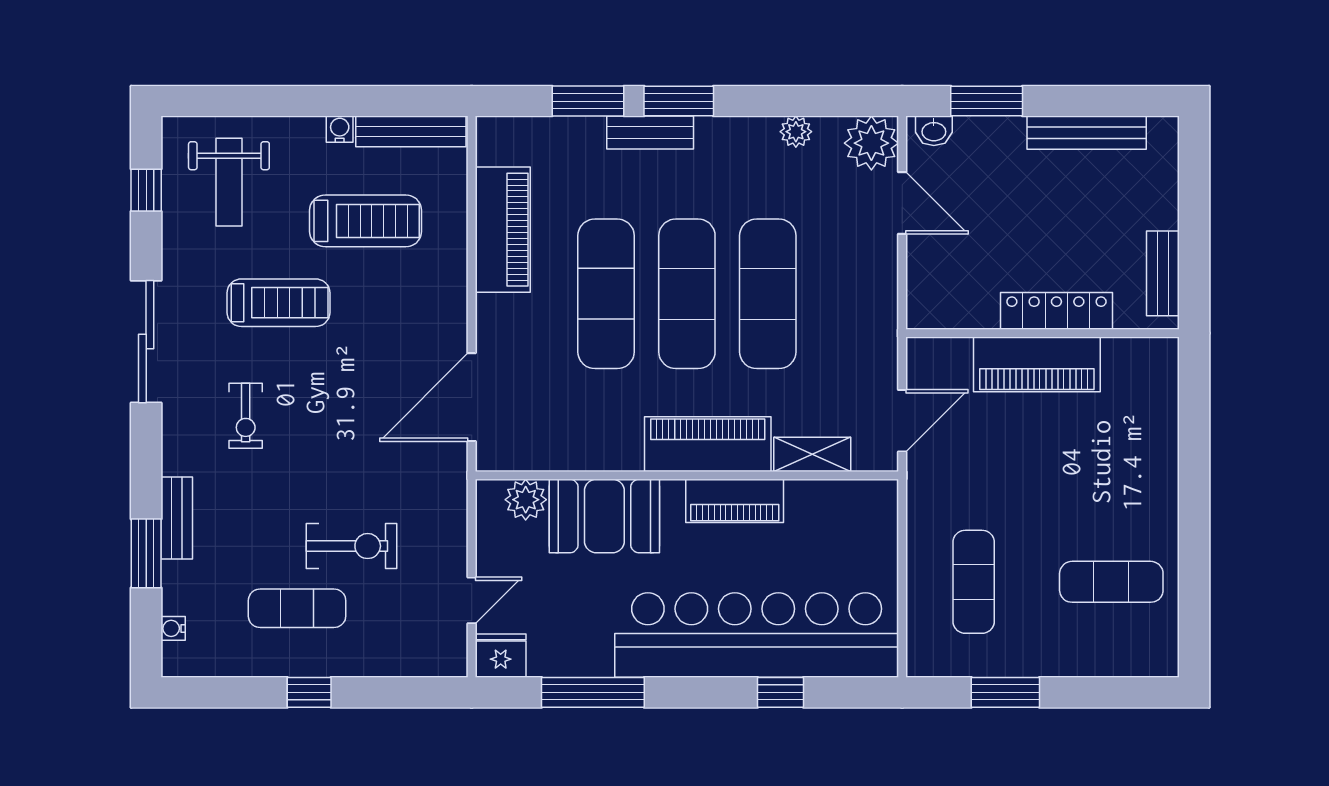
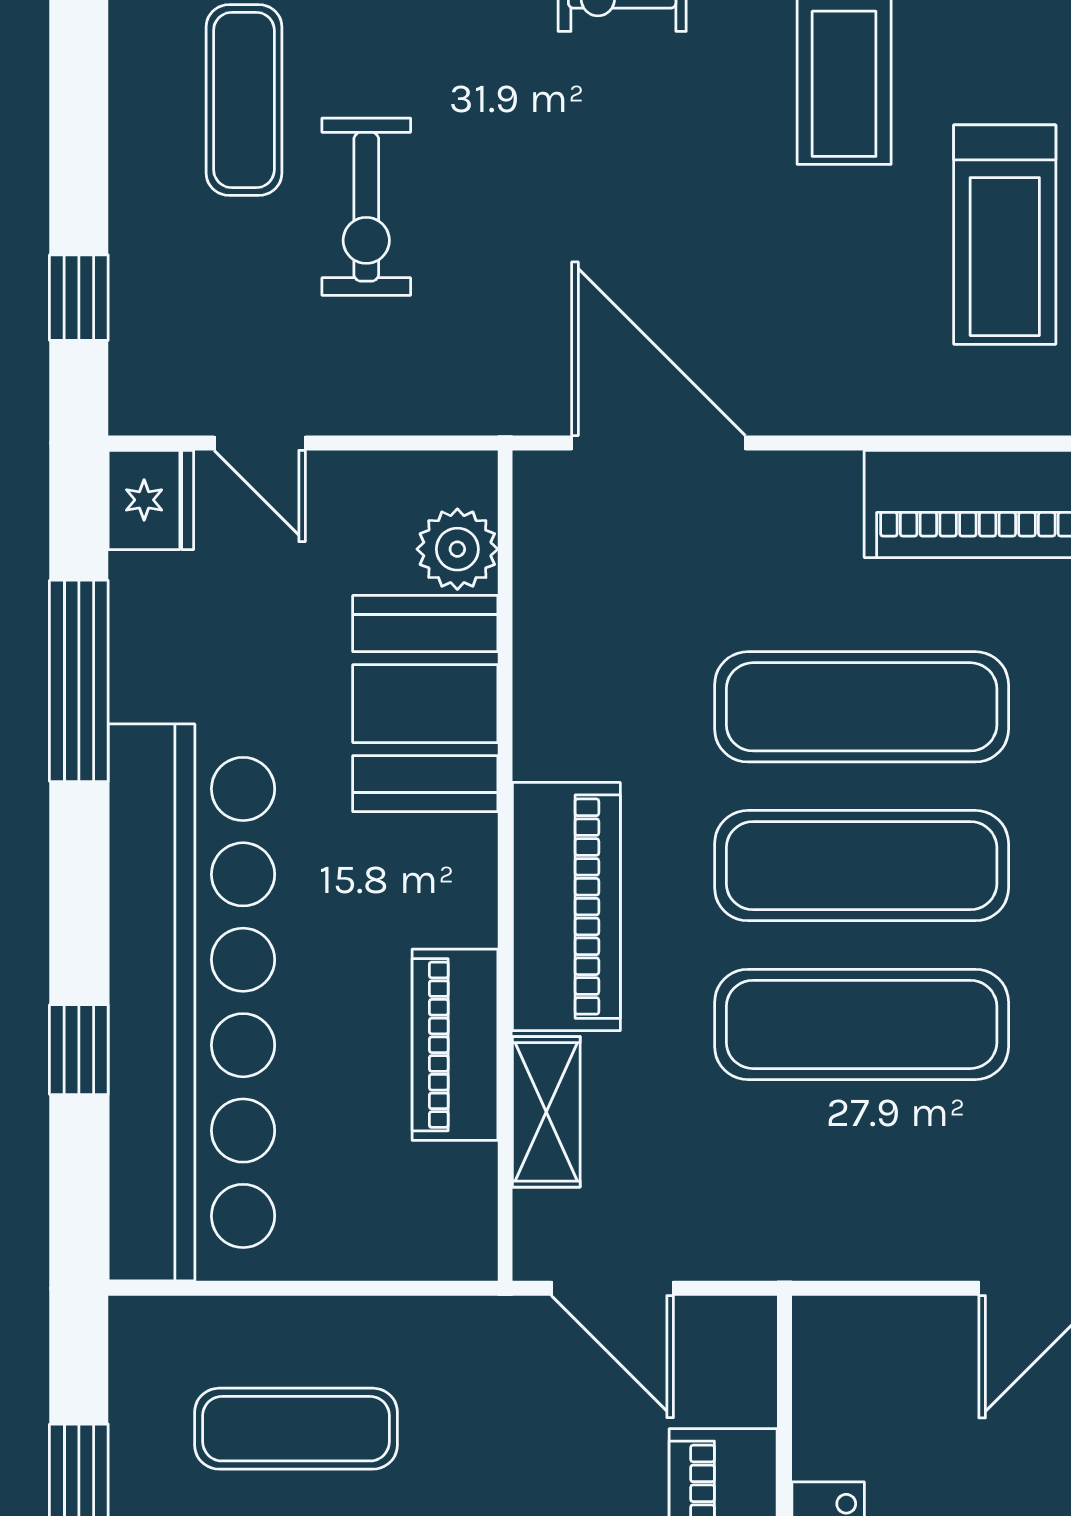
piano: (735, 501) -> (455, 1045), moved
window: (309, 692) -> (79, 298), moved

